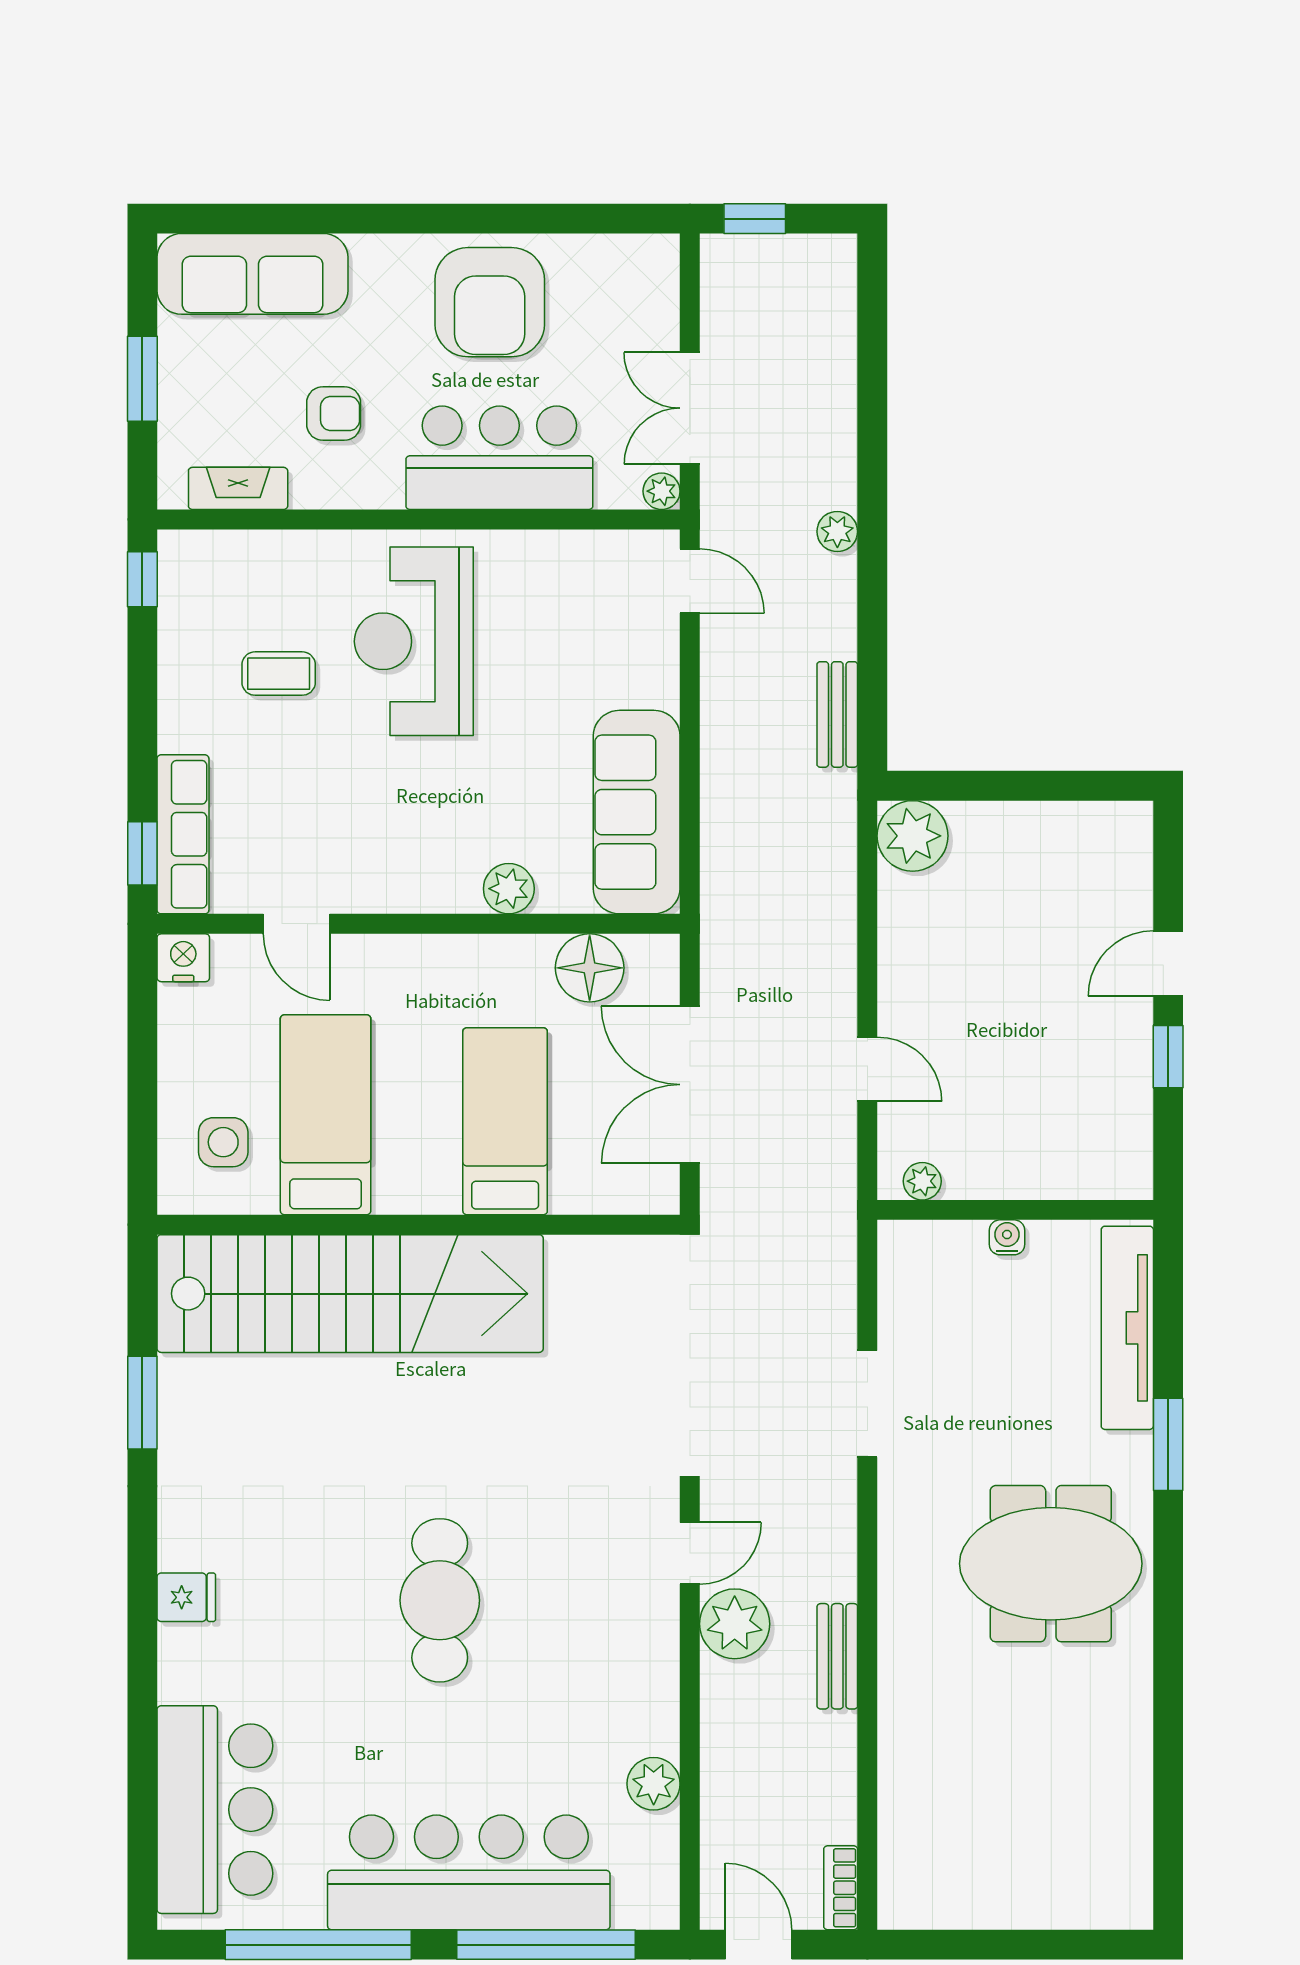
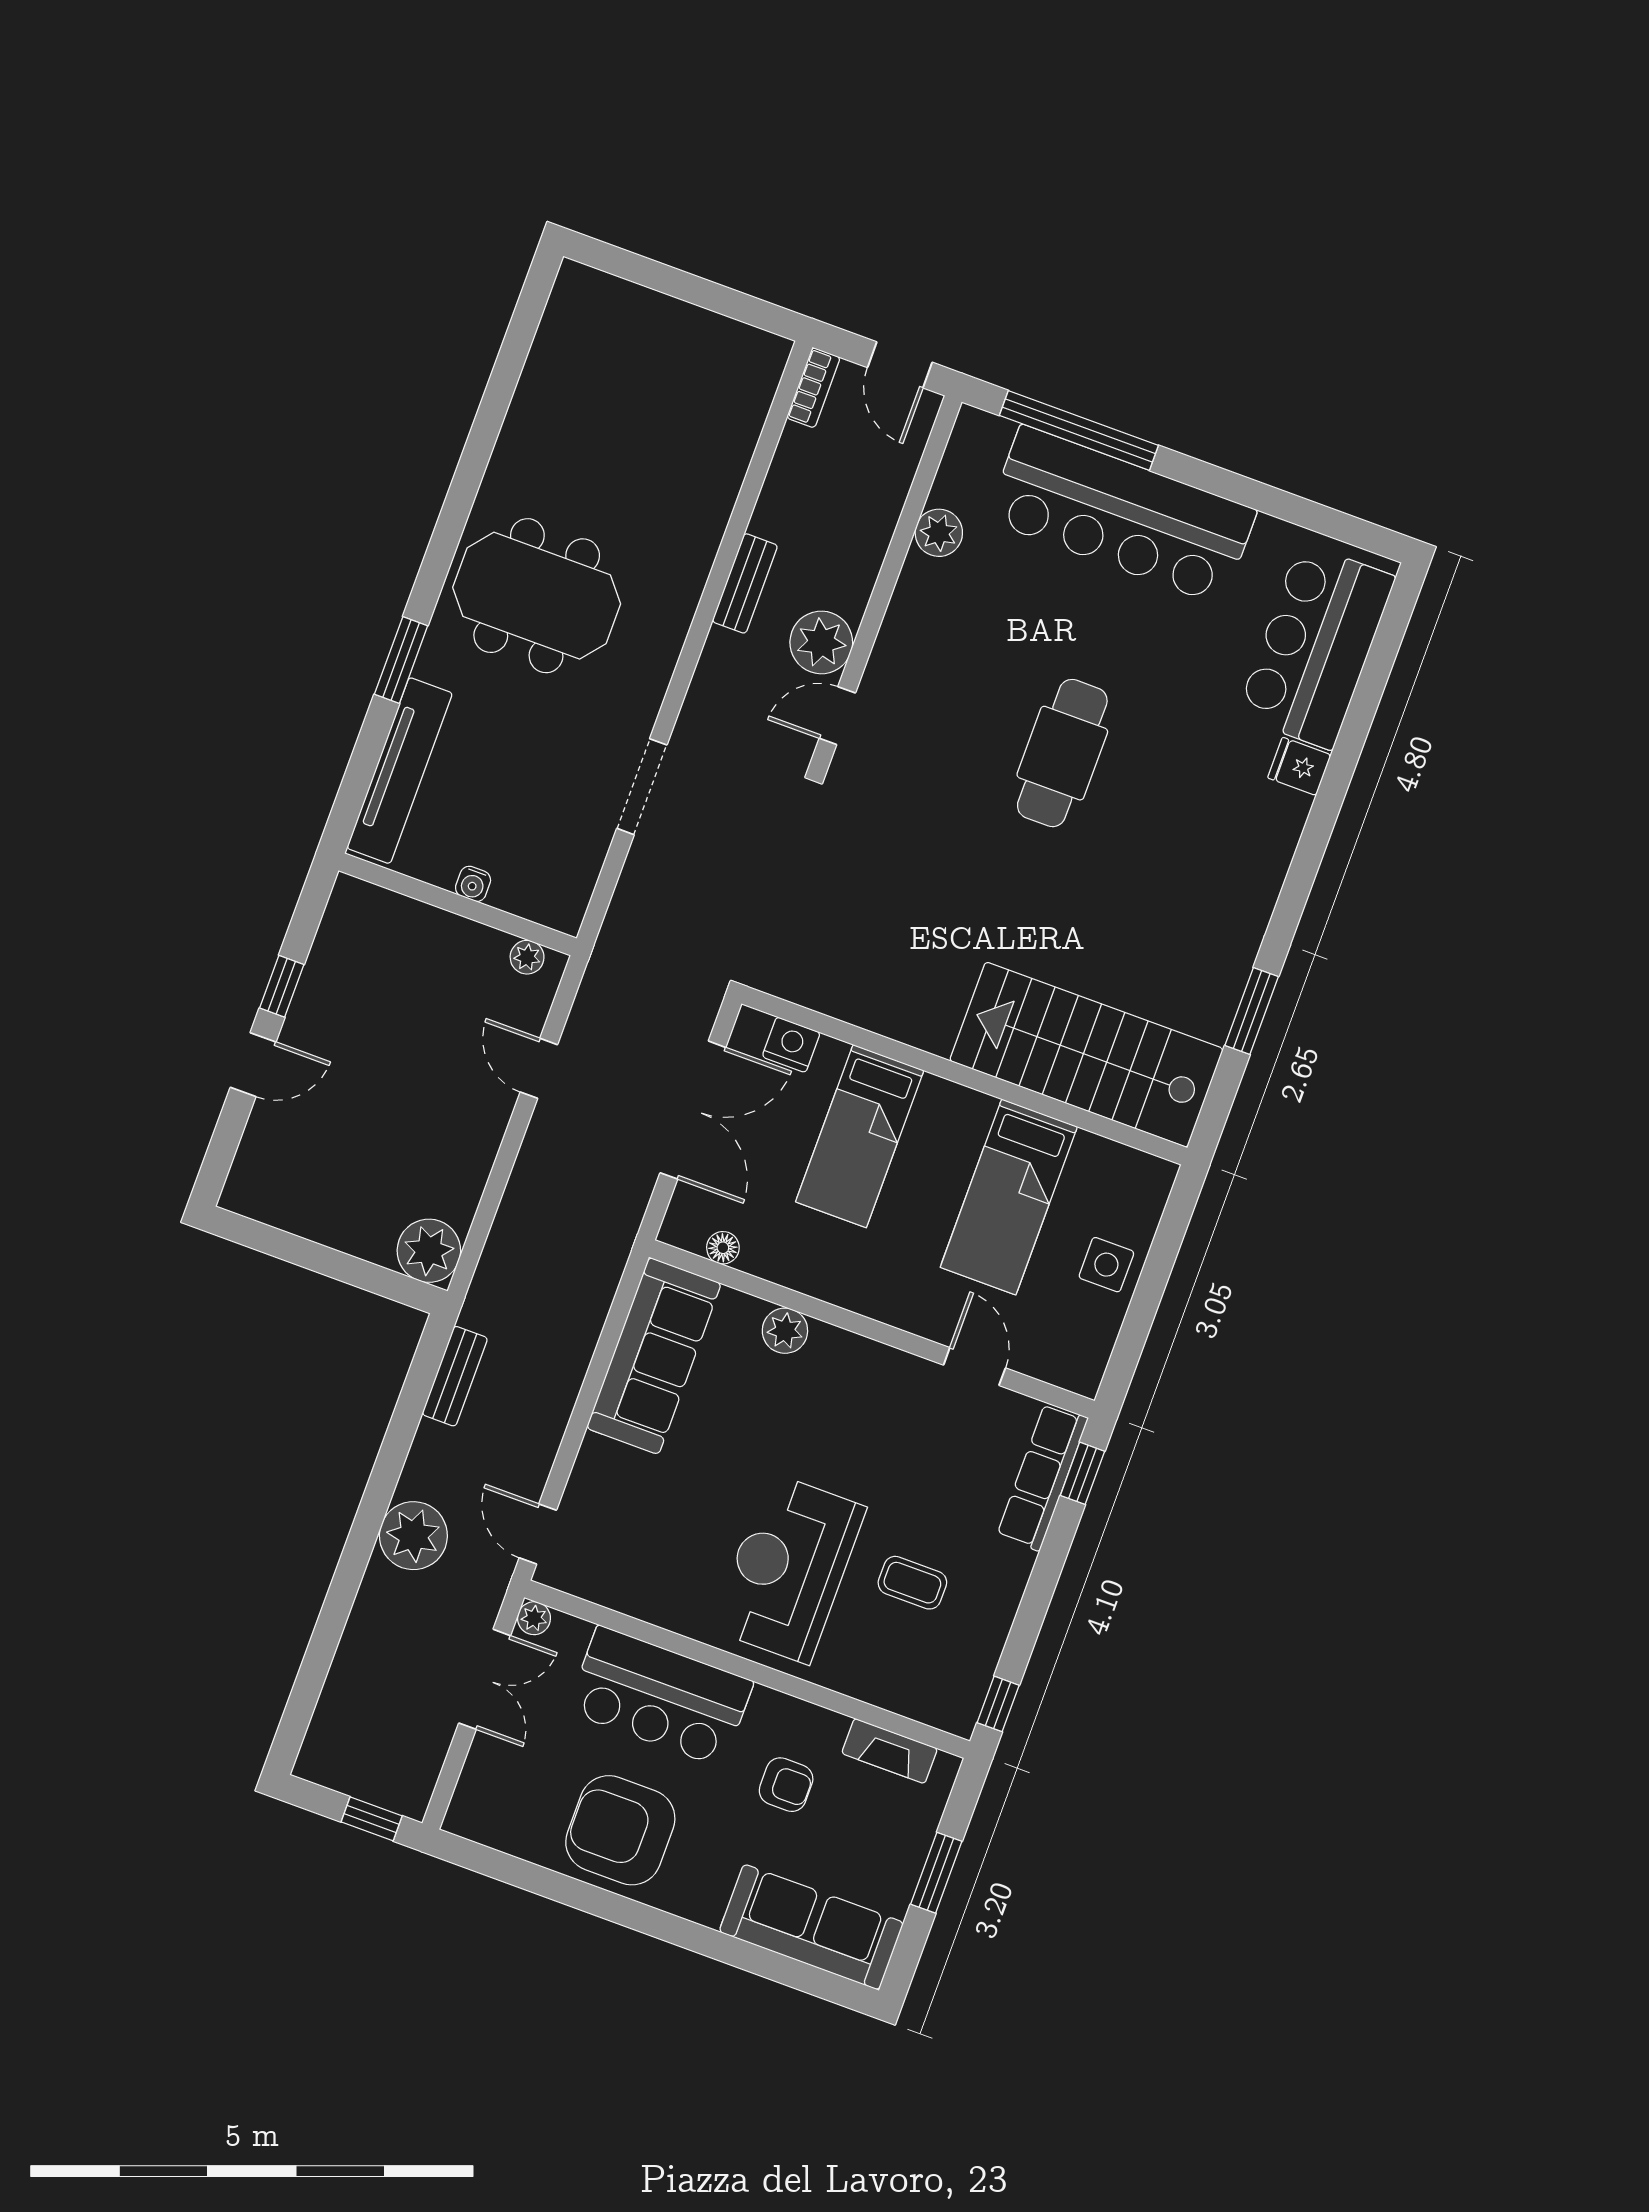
armchair: (490, 302) -> (620, 1830), turned -90
armchair: (334, 413) -> (786, 1785), turned 180
plant: (837, 532) -> (413, 1536), width x1.88, depth x1.88
reception desk: (414, 641) -> (789, 1568), turned 180
nightstand: (183, 958) -> (791, 1045), moved, turned 180
floor lamp: (590, 968) -> (723, 1248), width x0.53, depth x0.53
side table: (223, 1142) -> (1106, 1265), moved
stairs: (350, 1294) -> (1086, 1055), width x0.73
fridge: (186, 1597) -> (1299, 766), moved
window: (318, 1945) -> (1271, 501), removed

